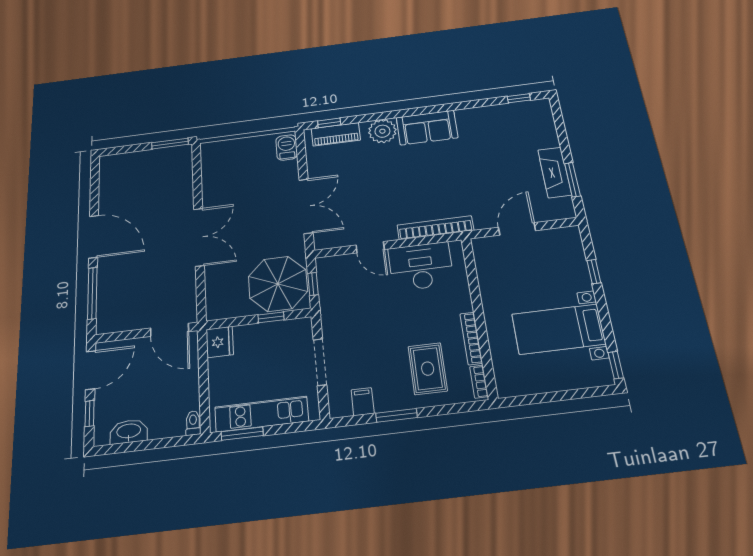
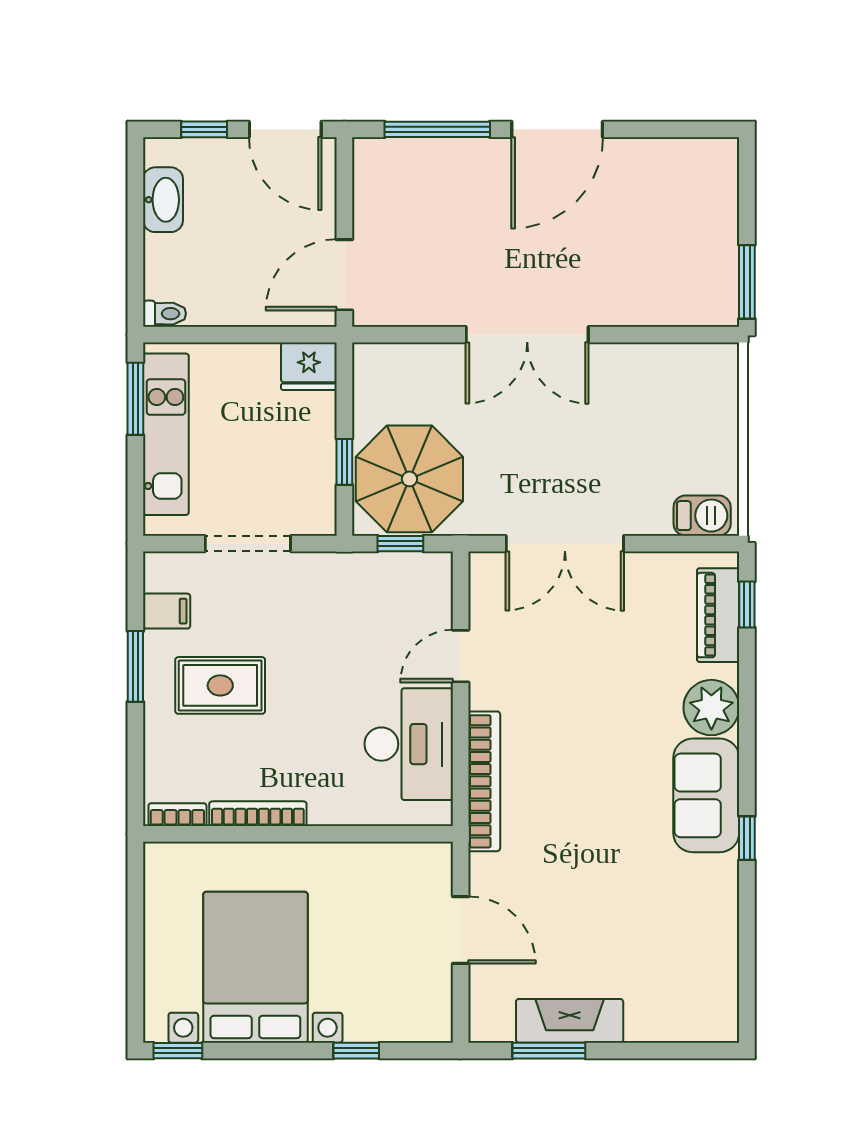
window: (519, 98) -> (747, 838), moved
bed with nightstands: (558, 329) -> (255, 967), width x1.36
rug: (428, 369) -> (220, 685), moved

